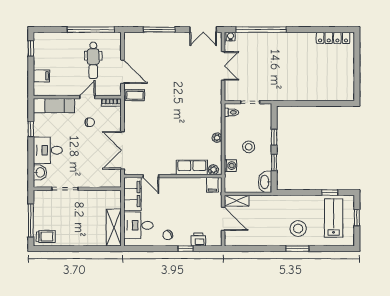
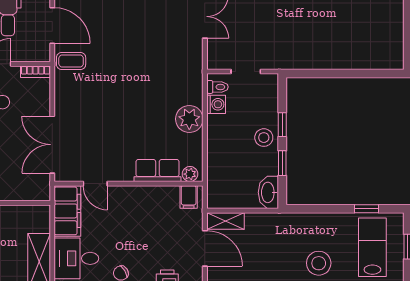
plant: (217, 138) -> (189, 119), width x1.87, depth x1.87
stool: (249, 147) -> (264, 138), moved
washing machine: (230, 166) -> (216, 104), moved

